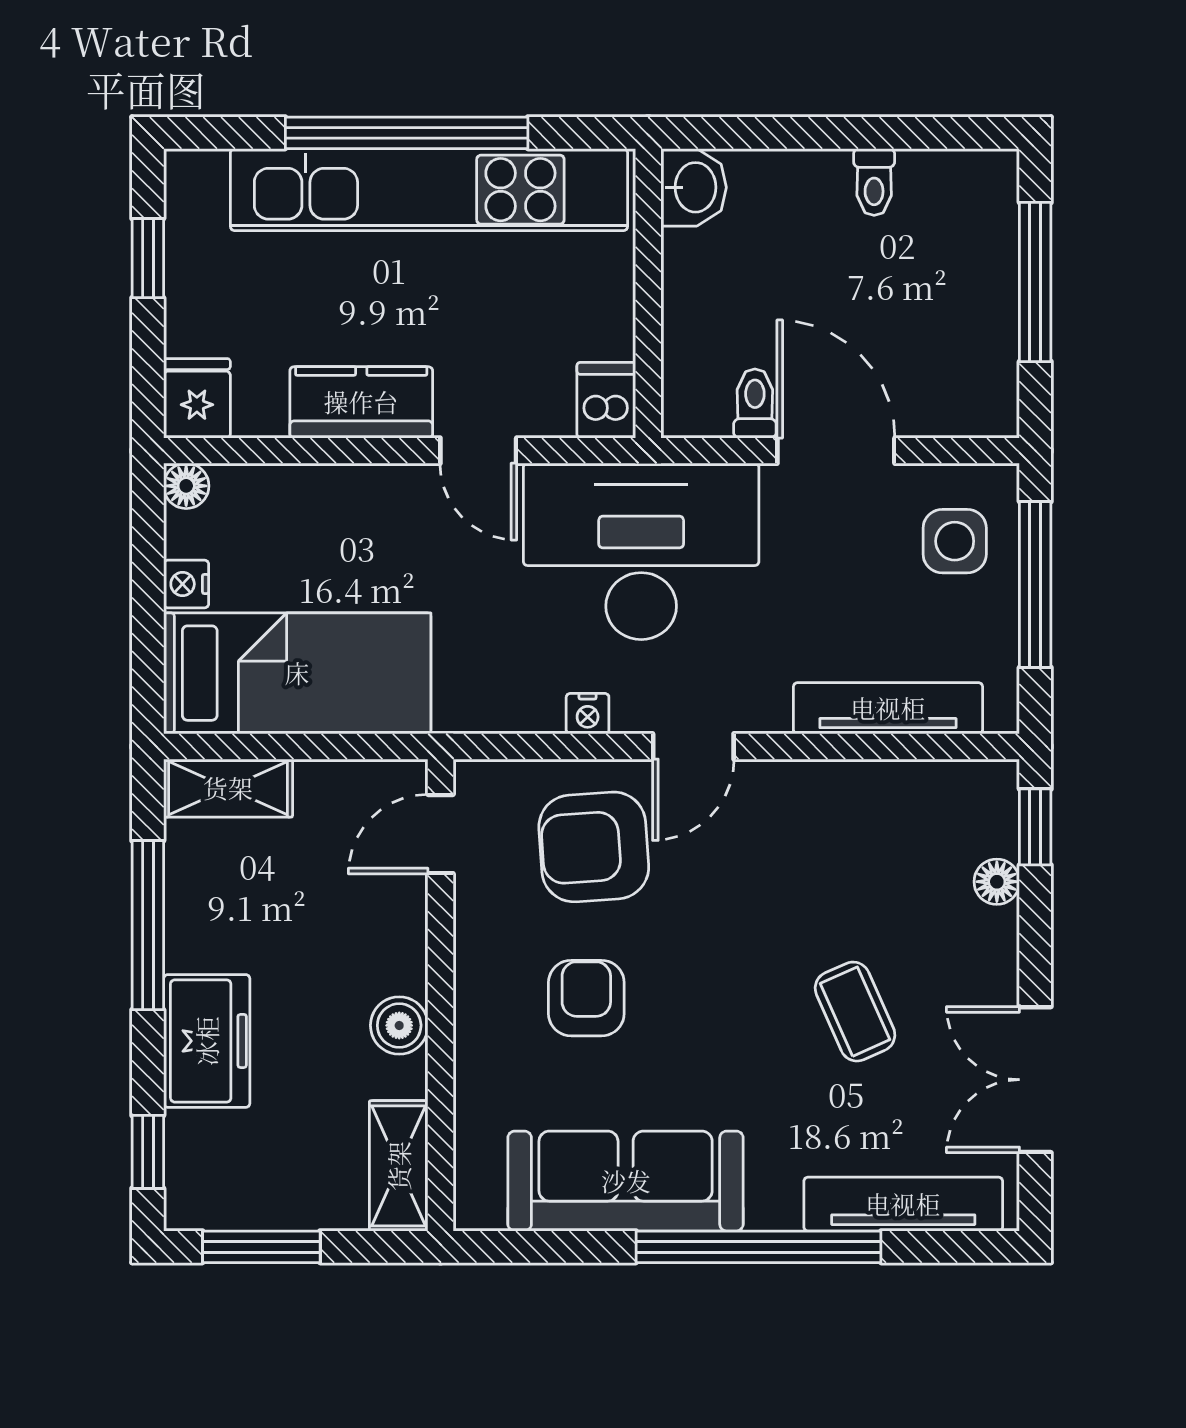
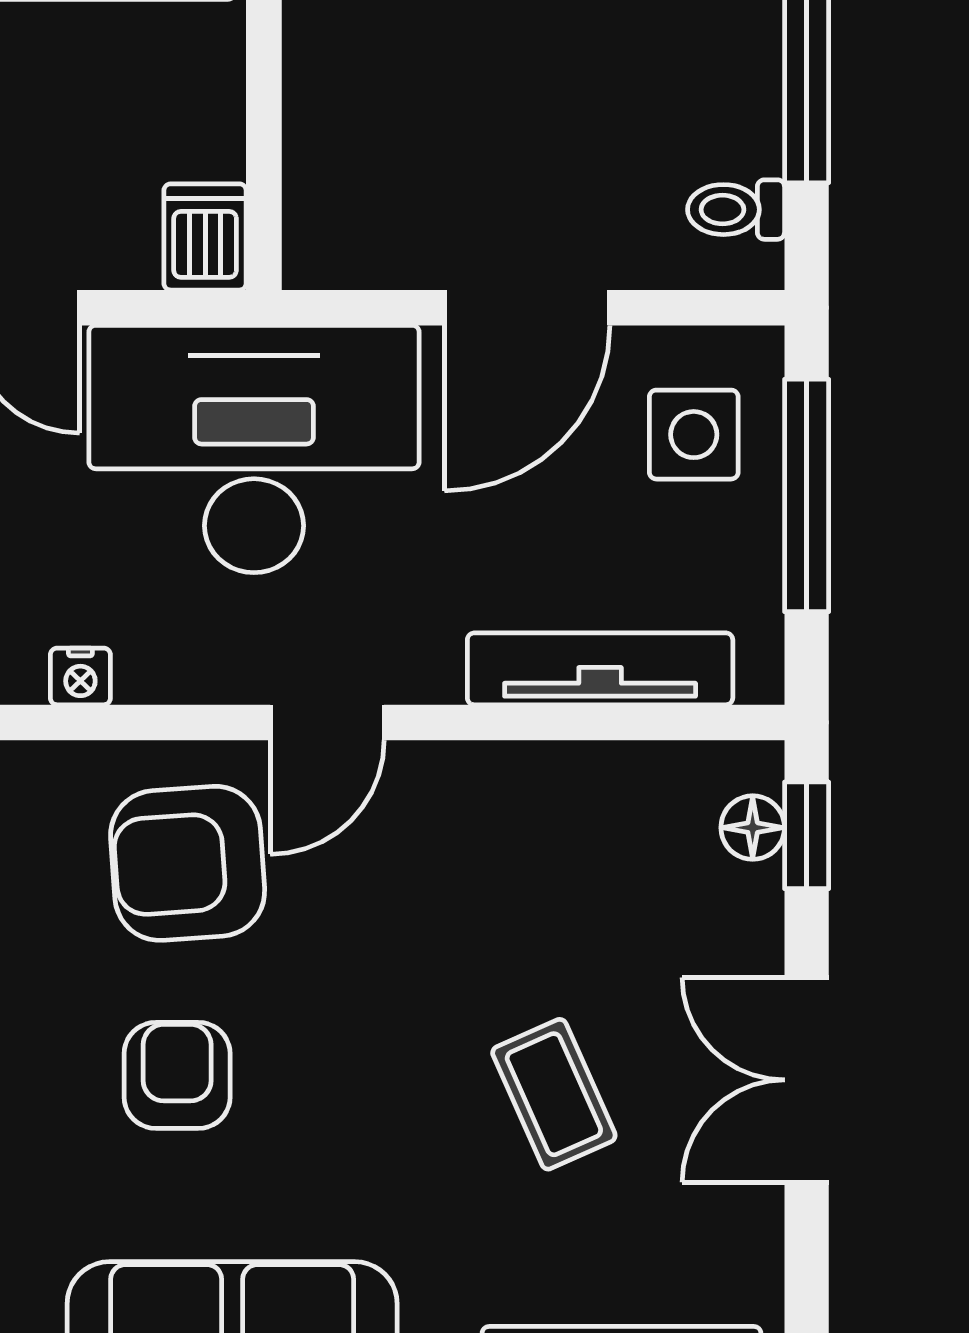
toilet: (755, 403) -> (736, 210), moved, turned -90
door: (836, 451) -> (527, 308), swing flipped
nightstand: (588, 714) -> (80, 676), moved
floor lamp: (997, 882) -> (753, 828), moved
double door: (1035, 1080) -> (807, 1080), moved

